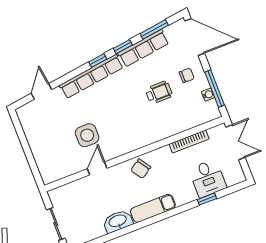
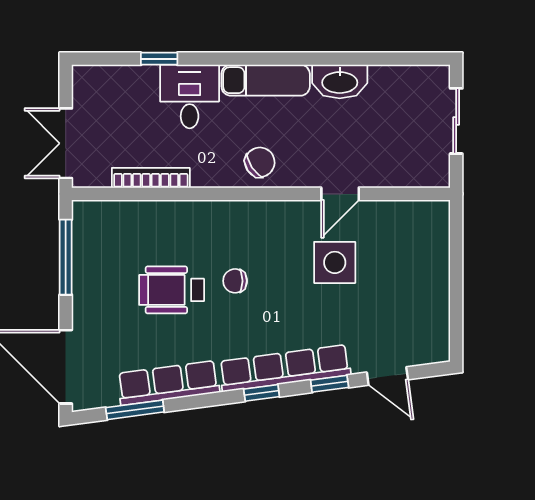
window: (123, 47) -> (330, 384), moved
chair: (187, 75) -> (235, 281), moved
door: (42, 91) -> (387, 376), hinge flipped
wheelchair: (159, 93) -> (172, 290), width x1.36, depth x1.37
water cooler: (208, 95) -> (82, 251), removed
desk: (208, 178) -> (190, 96), moved

